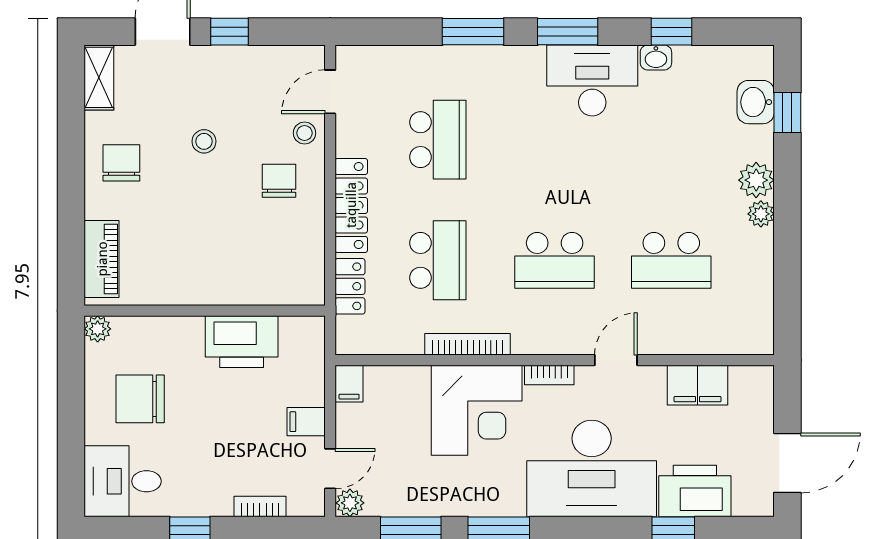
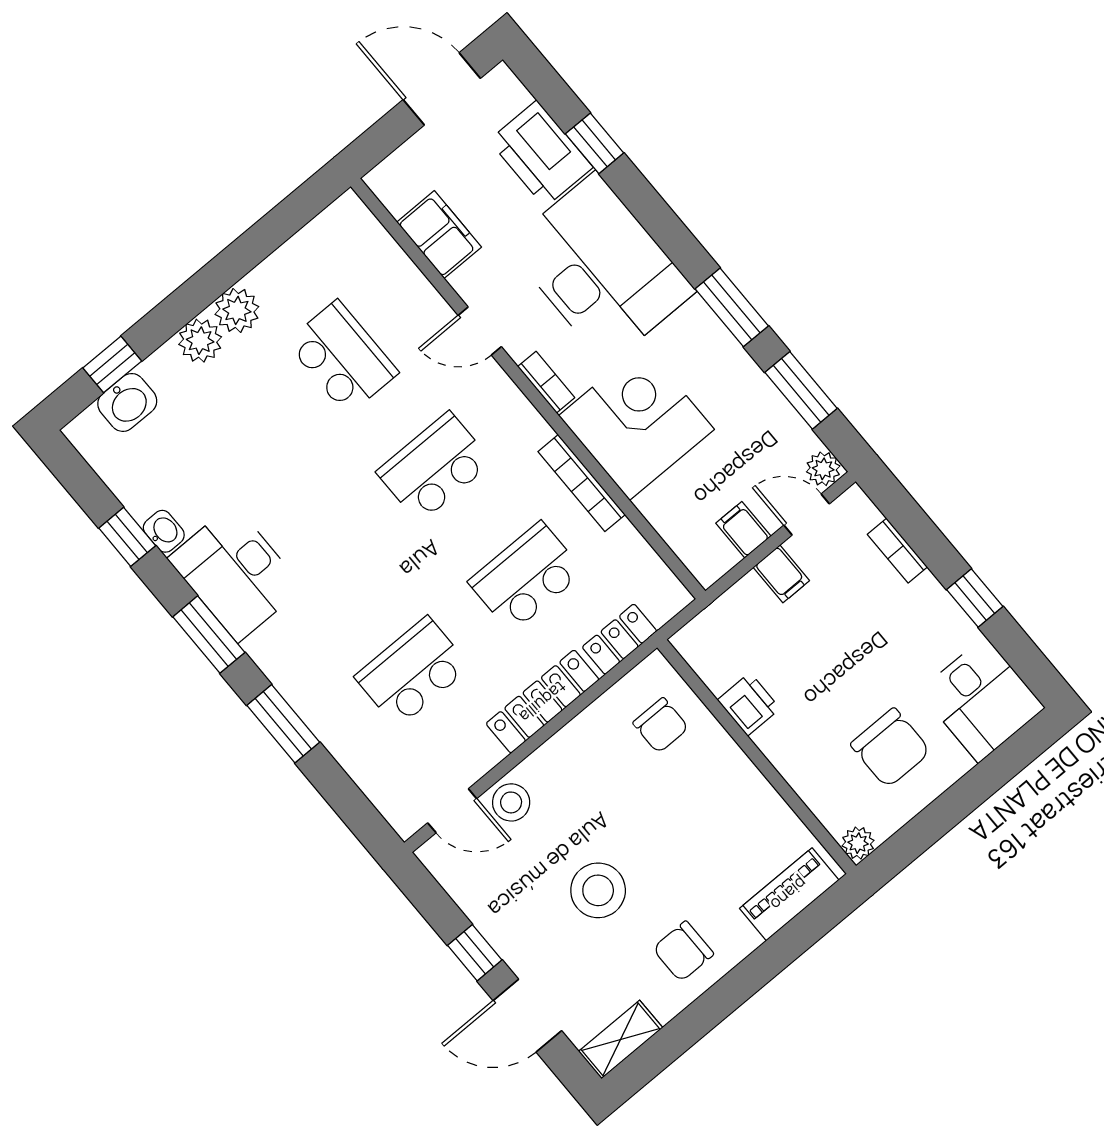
stool: (305, 133) -> (511, 802), width x1.37, depth x1.37
stool: (204, 141) -> (598, 890), width x1.89, depth x1.89
chair: (279, 181) -> (661, 725), moved, turned -90
plant: (761, 214) -> (237, 310), width x1.38, depth x1.38
school desk: (555, 260) -> (434, 467), turned -90
printer: (242, 342) -> (749, 704), width x0.53, depth x0.68
filing cabinet: (349, 384) -> (743, 530), moved, turned -90

